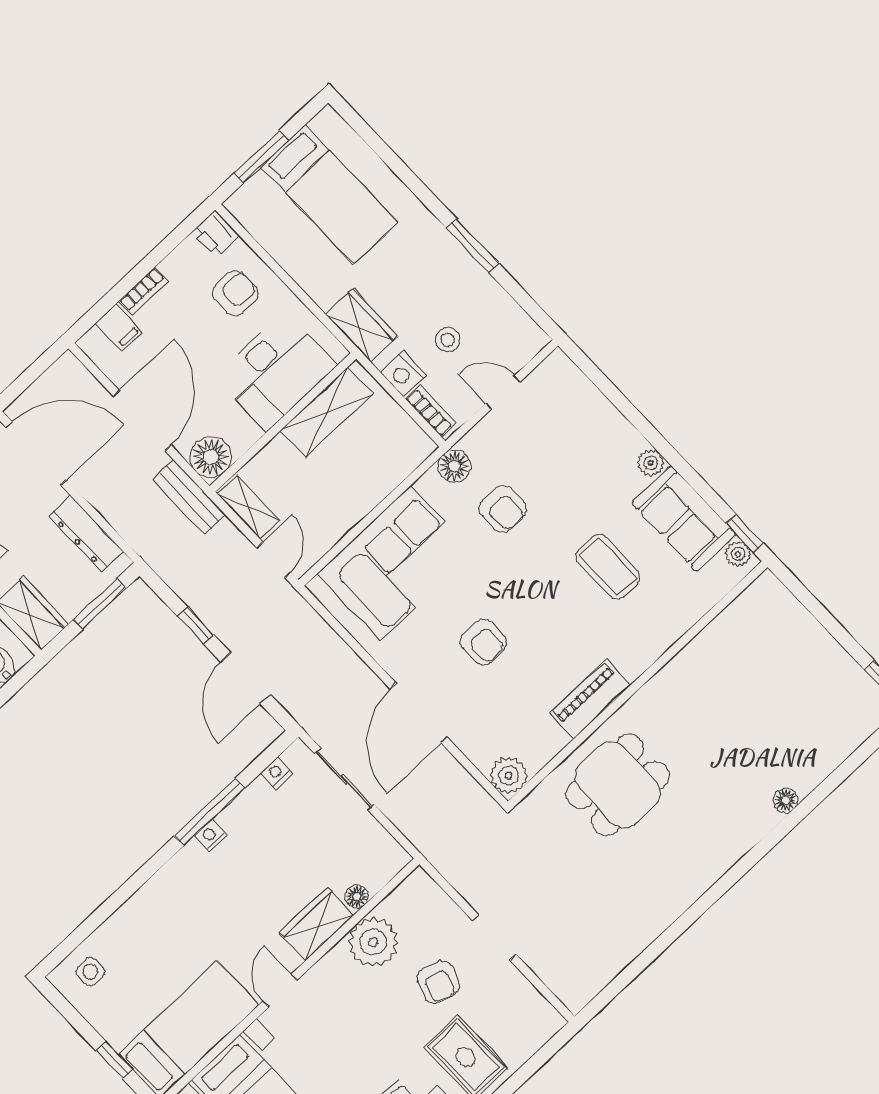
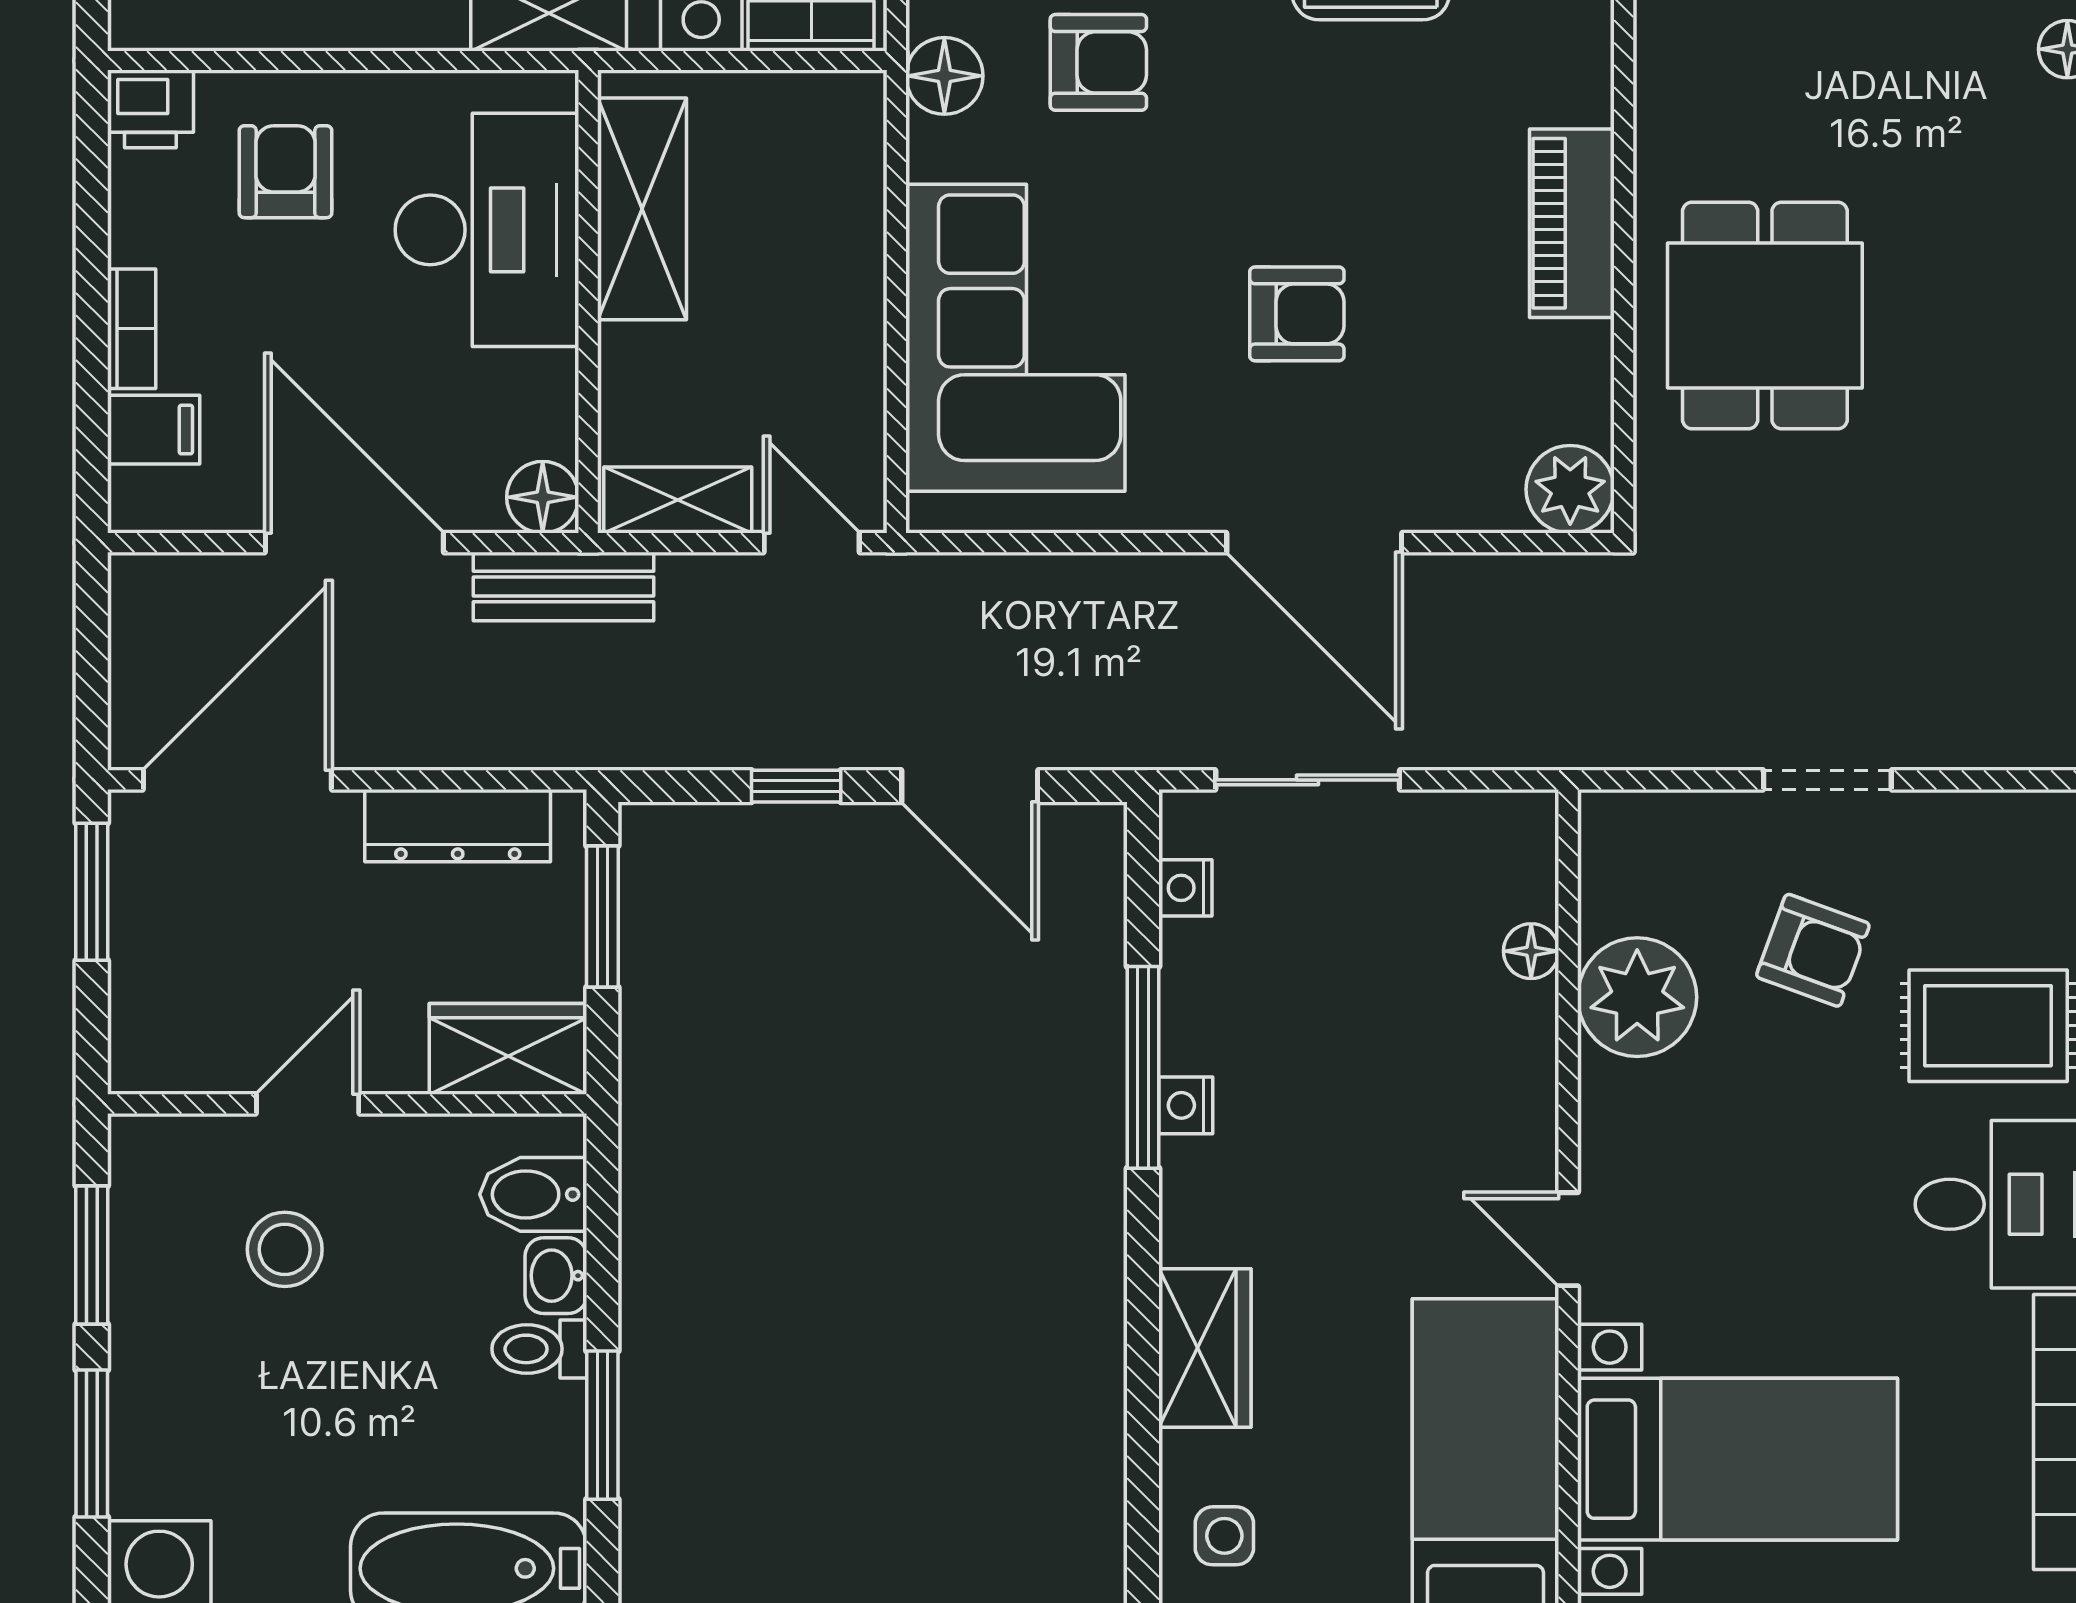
floor lamp: (211, 457) -> (543, 497), width x0.73, depth x0.73
wardrobe: (317, 924) -> (1205, 1348), moved, turned 180

